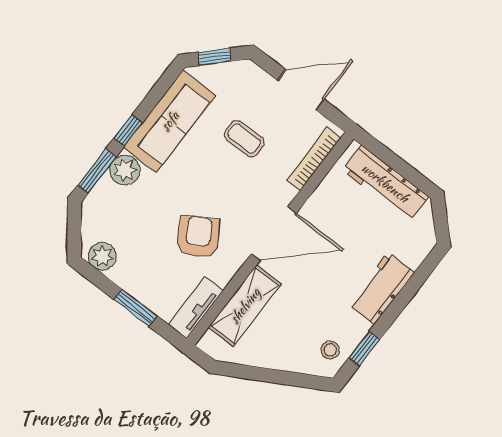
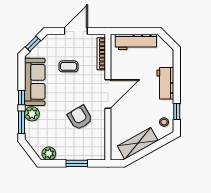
shelving: (245, 306) -> (138, 143), moved, turned 61
tv unit: (196, 308) -> (100, 146), removed

